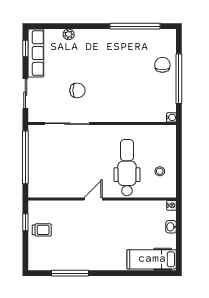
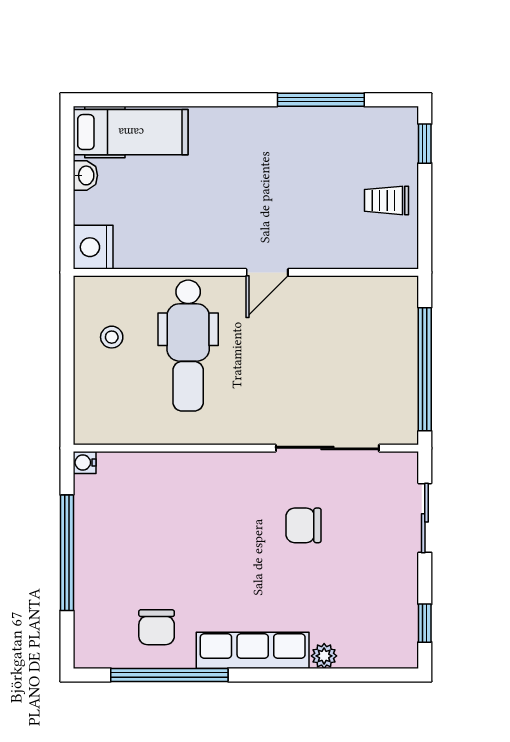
row of seats: (36, 53) -> (253, 650), moved, turned 90
chair: (162, 65) -> (157, 627), moved
nightstand: (172, 205) -> (93, 247), width x1.89, depth x1.79
window: (25, 222) -> (425, 144), moved
washbasin: (171, 227) -> (85, 175), moved

